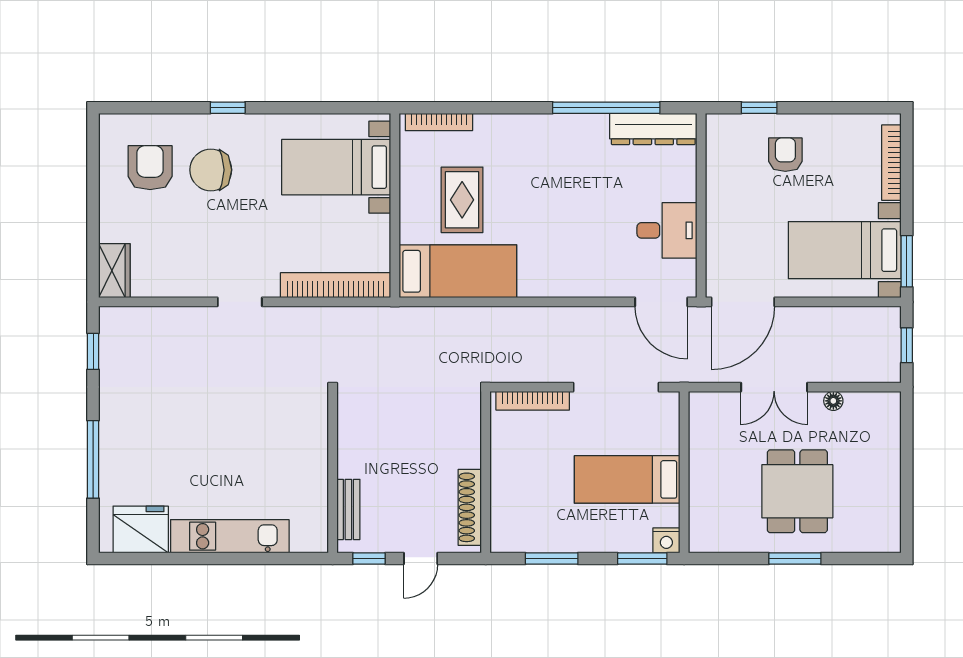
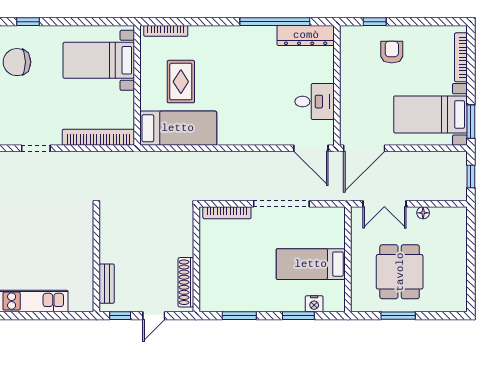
wall: (684, 472) -> (348, 259), moved
bed: (627, 479) -> (311, 264), moved

